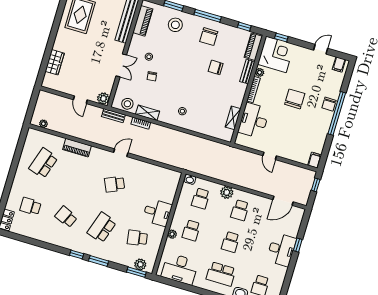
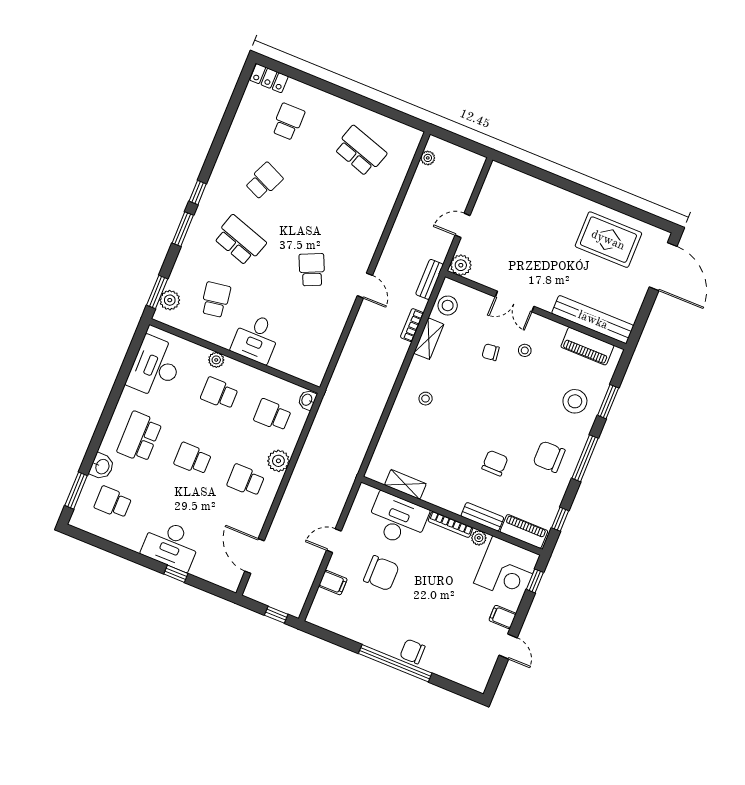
wardrobe: (55, 62) -> (531, 188), removed
filing cabinet: (339, 64) -> (503, 617), moved
chair: (295, 99) -> (381, 573), moved
piano: (77, 148) -> (381, 211), removed
filing cabinet: (315, 160) -> (333, 583), moved

